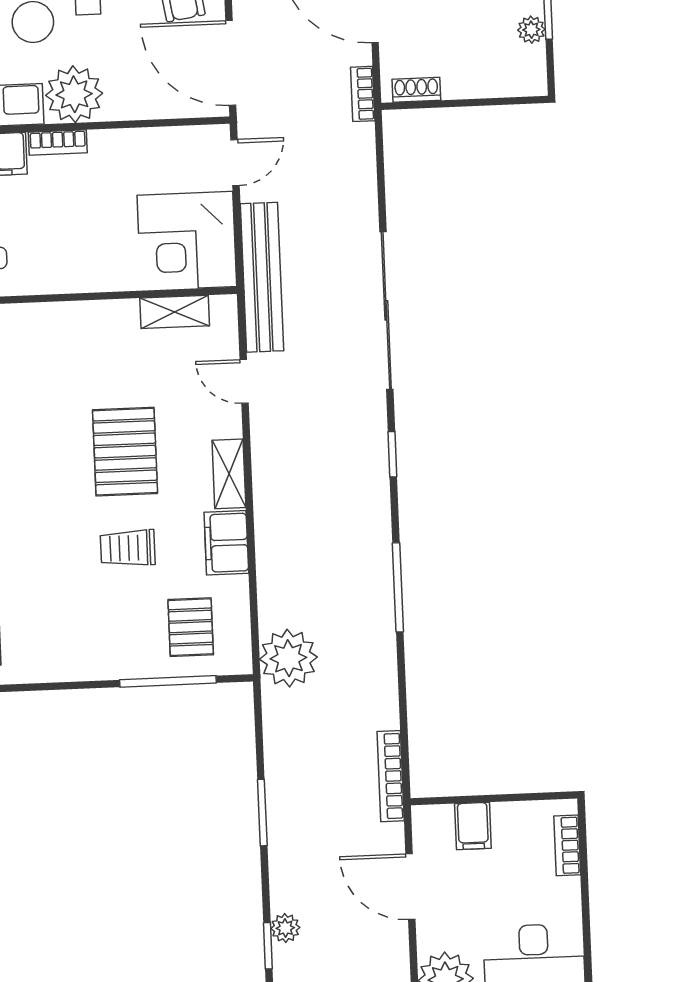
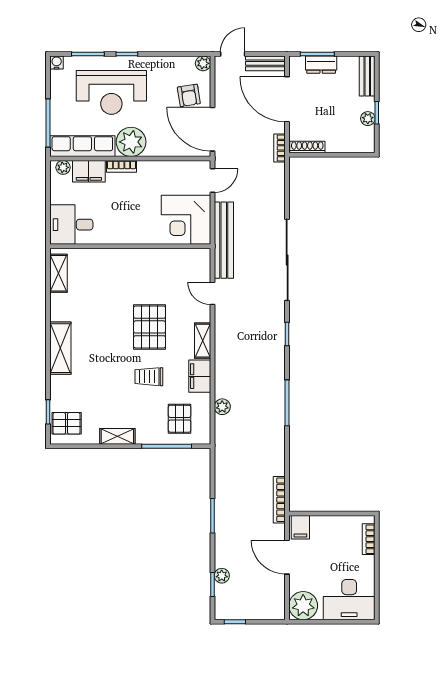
shoe rack: (416, 90) -> (307, 147), width x1.43
shelving: (175, 312) -> (117, 436), moved
plant: (288, 658) -> (222, 407), moved, width x0.53, depth x0.53
filing cabinet: (473, 826) -> (300, 527), moved

